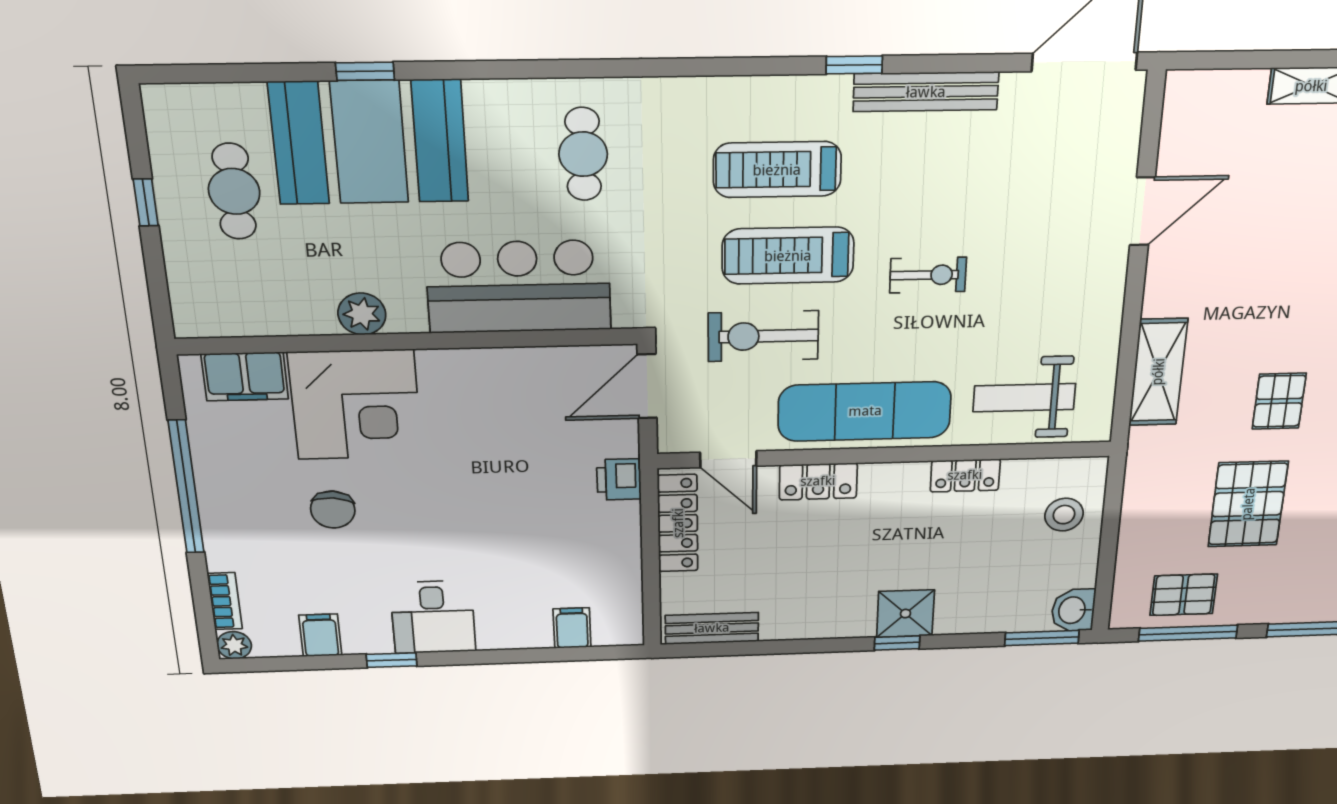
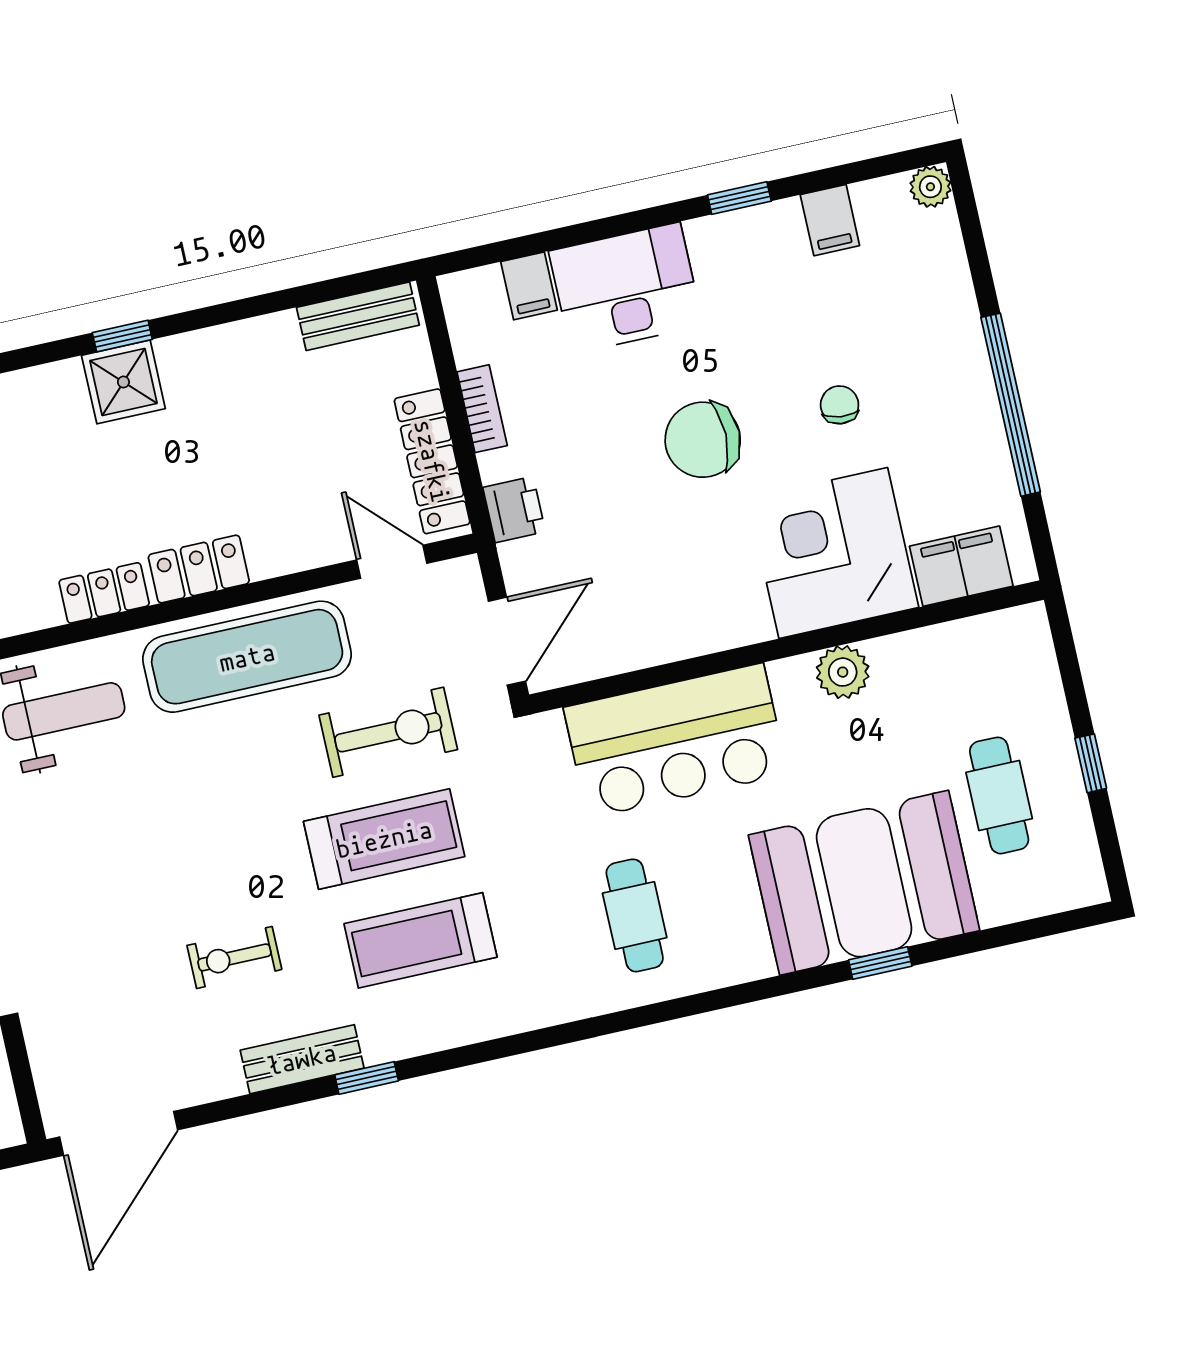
bench: (926, 92) -> (302, 1059), width x0.73
treadmill: (777, 170) -> (421, 940), turned 180
exercise bike: (928, 275) -> (234, 957), moved
locker: (818, 481) -> (199, 569), moved
chair: (452, 503) -> (703, 440), added
chair: (333, 510) -> (840, 405), width x0.73, depth x0.73
bookcase: (225, 601) -> (482, 409), moved, turned 180
desk: (433, 617) -> (626, 288), moved, width x1.37

